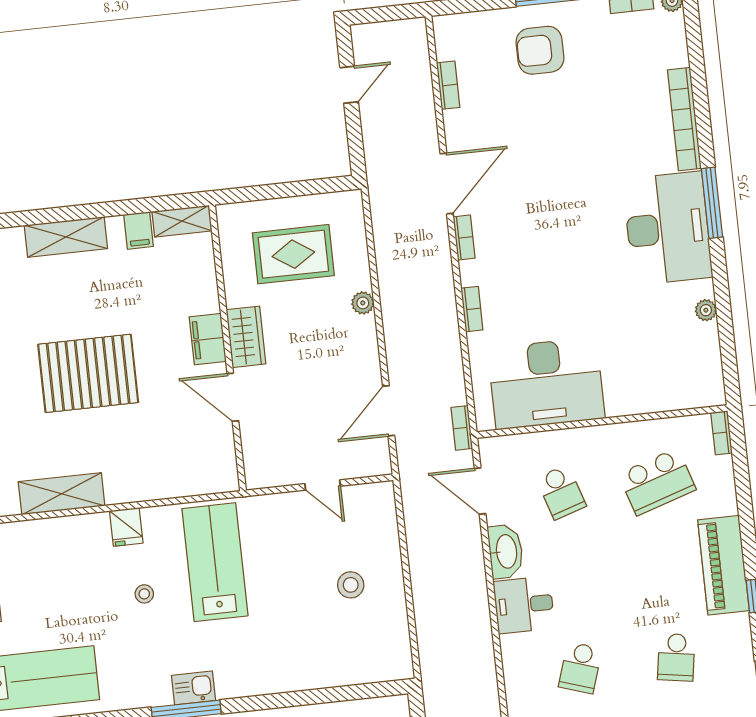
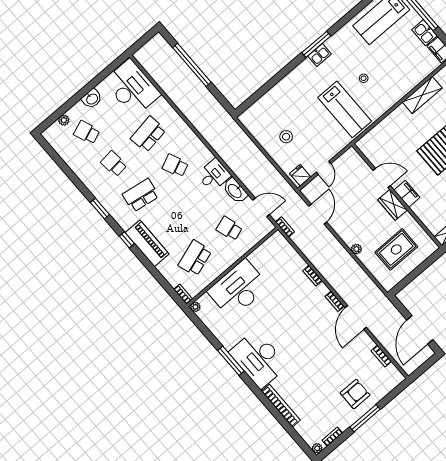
door: (349, 85) -> (420, 330), width x1.87
window: (712, 203) -> (231, 361), moved
plant: (706, 310) -> (195, 307), moved
desk: (546, 383) -> (238, 289), moved
door: (323, 485) -> (324, 168), swing flipped
fridge: (126, 527) -> (300, 175), moved
school desk: (676, 657) -> (141, 195), width x1.85
school desk: (580, 668) -> (175, 166), turned -42

